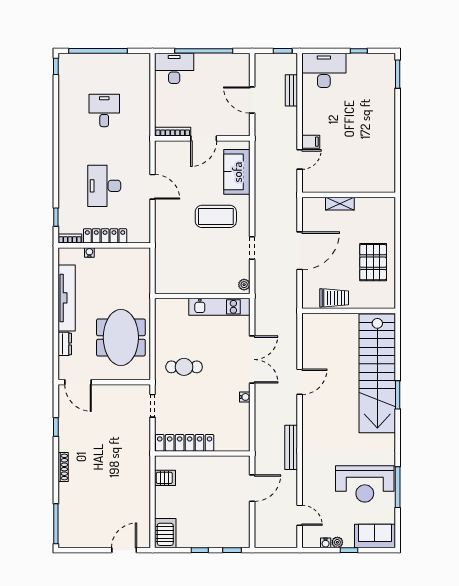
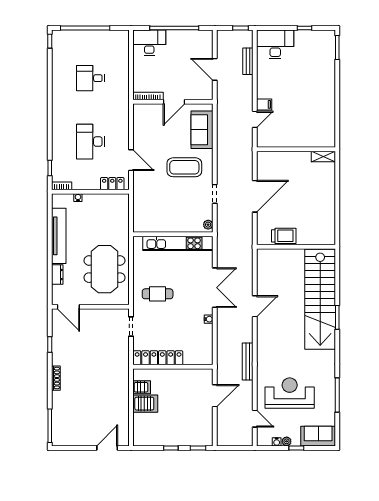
desk: (104, 110) -> (90, 78), turned -90
door: (153, 187) -> (131, 160), moved
shelving: (340, 204) -> (323, 156), moved
locker: (105, 236) -> (112, 184), moved, width x0.66
pallet: (373, 262) -> (317, 206), removed
kitchen unit: (219, 307) -> (178, 243), width x1.36
reception desk: (365, 484) -> (290, 393), moved, turned 180
server rack: (165, 533) -> (145, 404), moved, turned 90

